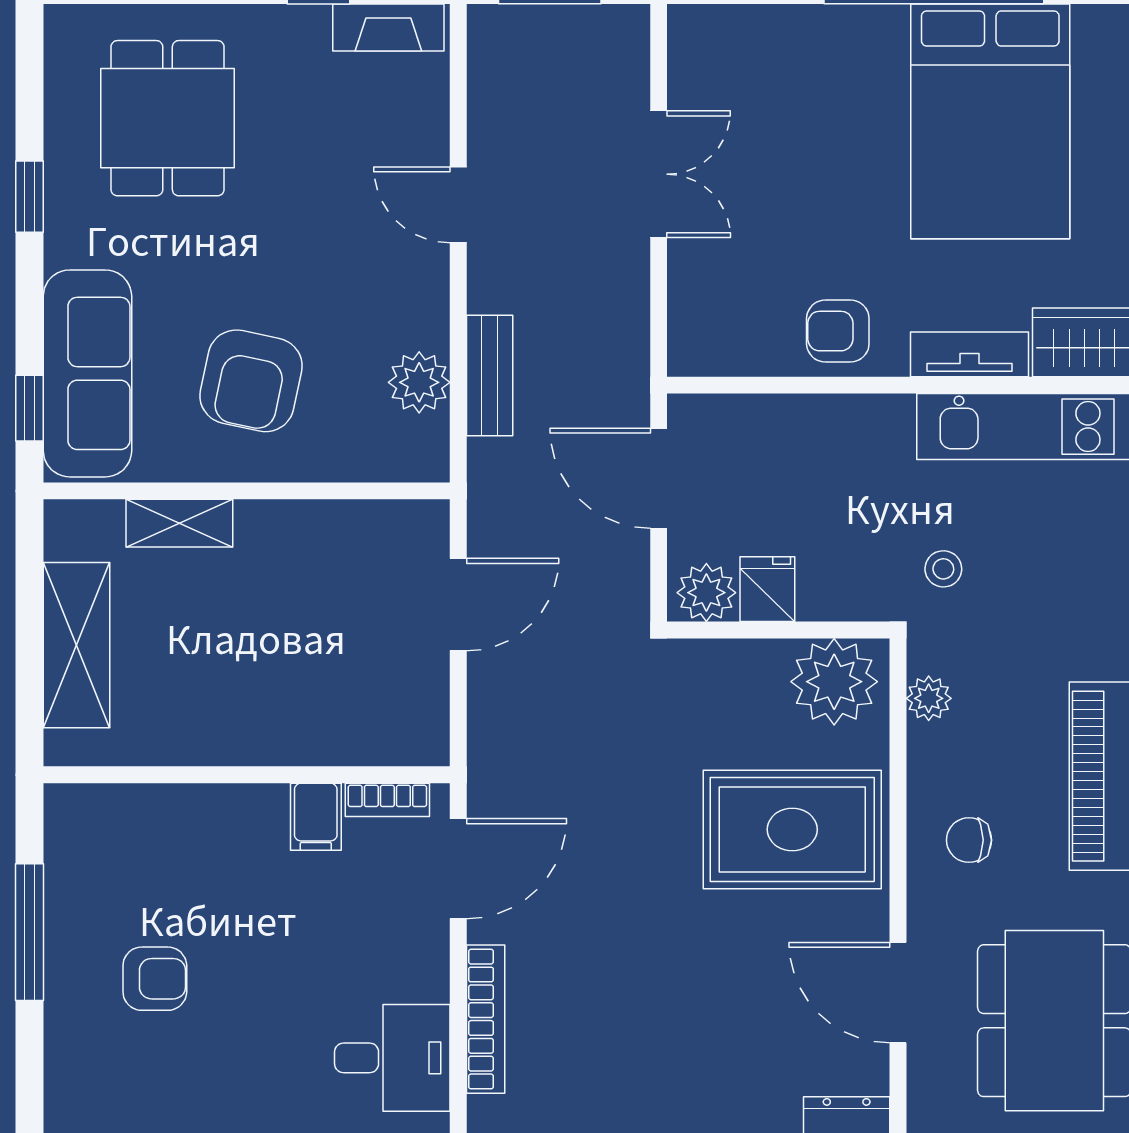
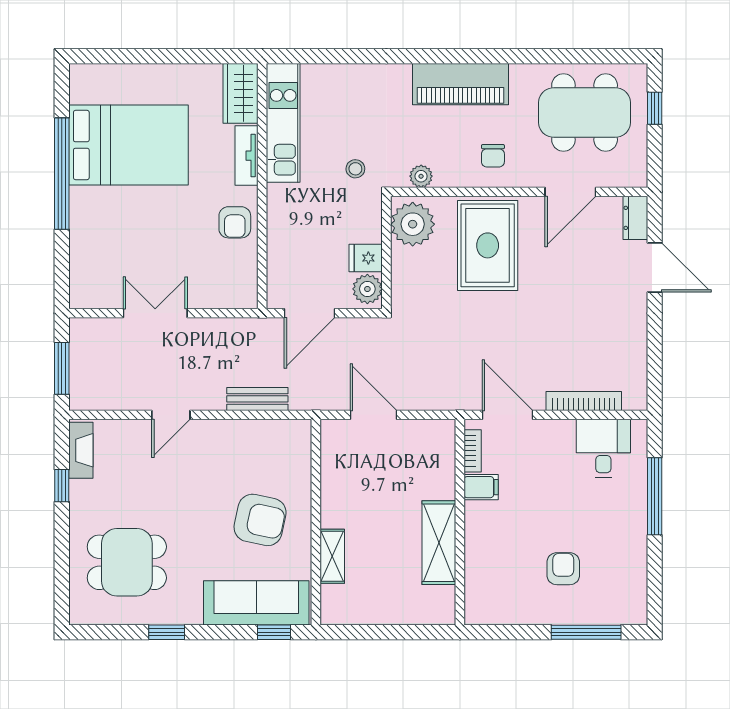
plant: (419, 382) -> (261, 435), removed
shelving: (77, 645) -> (439, 543), moved, turned 90
window: (30, 932) -> (586, 632), moved

